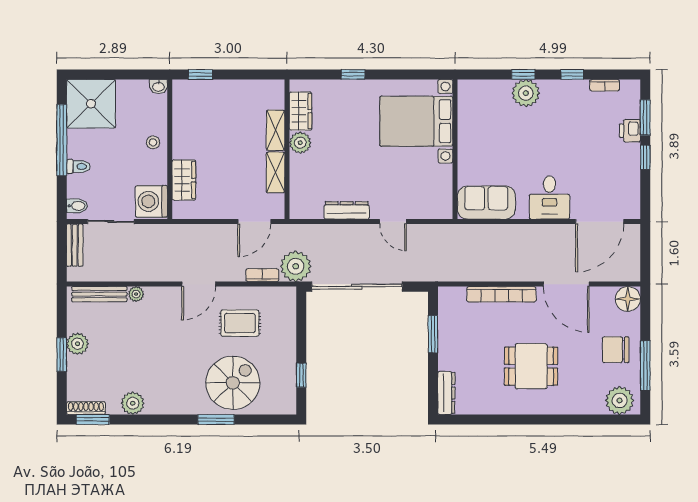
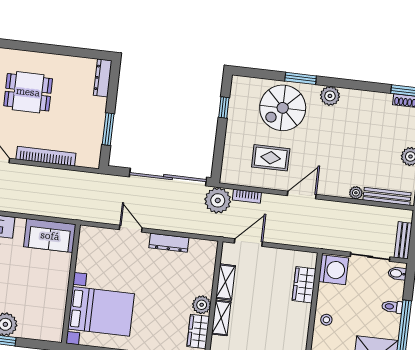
plant: (133, 403) -> (330, 96), moved

